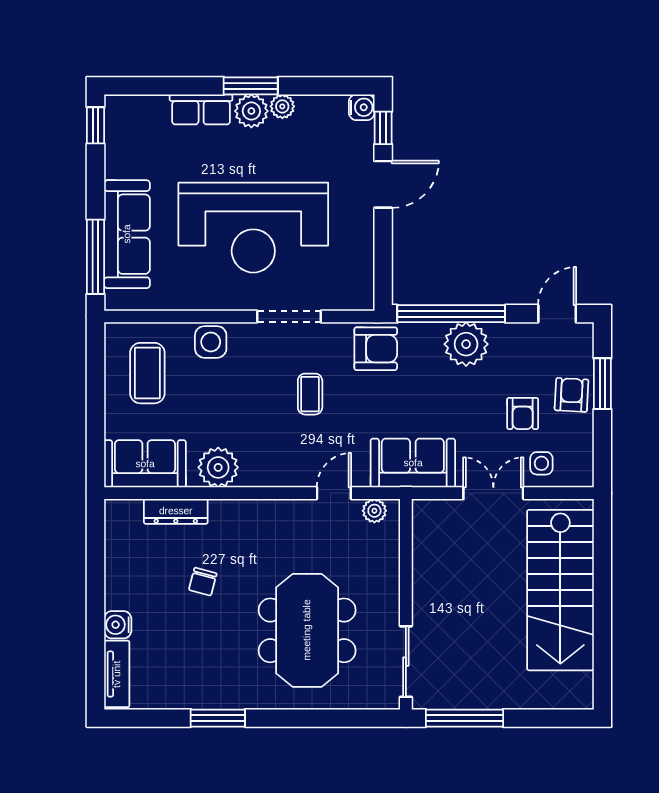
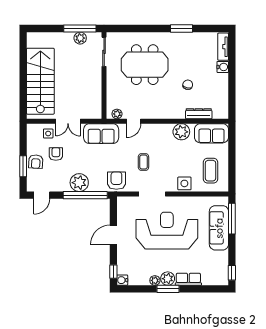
door: (383, 184) -> (113, 235), moved
armchair: (376, 349) -> (116, 181), turned 90
meeting table: (307, 630) -> (145, 65), turned 90
plant: (464, 695) -> (80, 38), added

